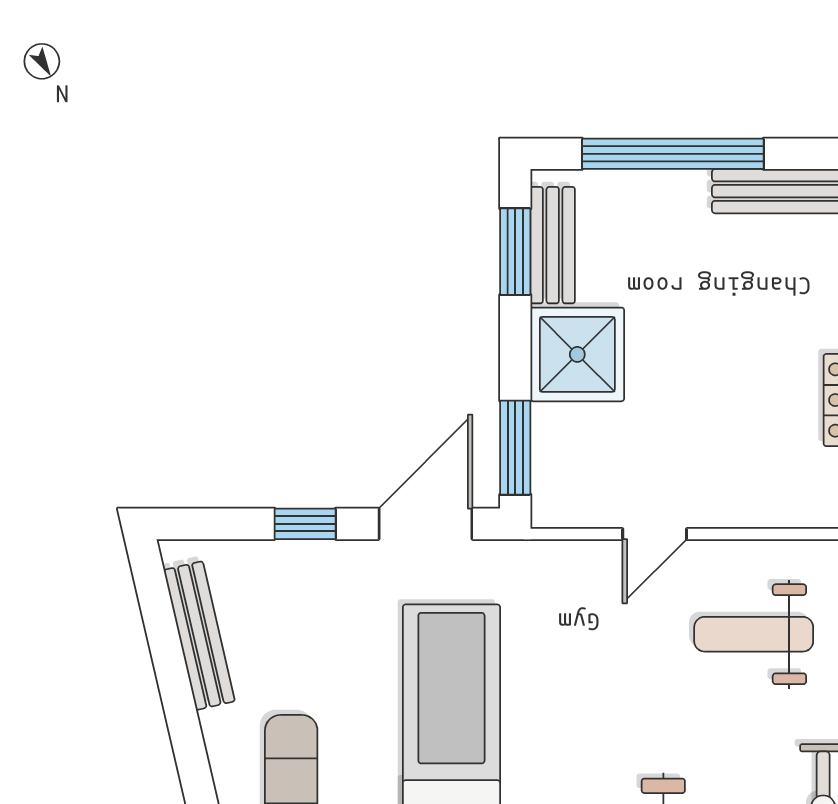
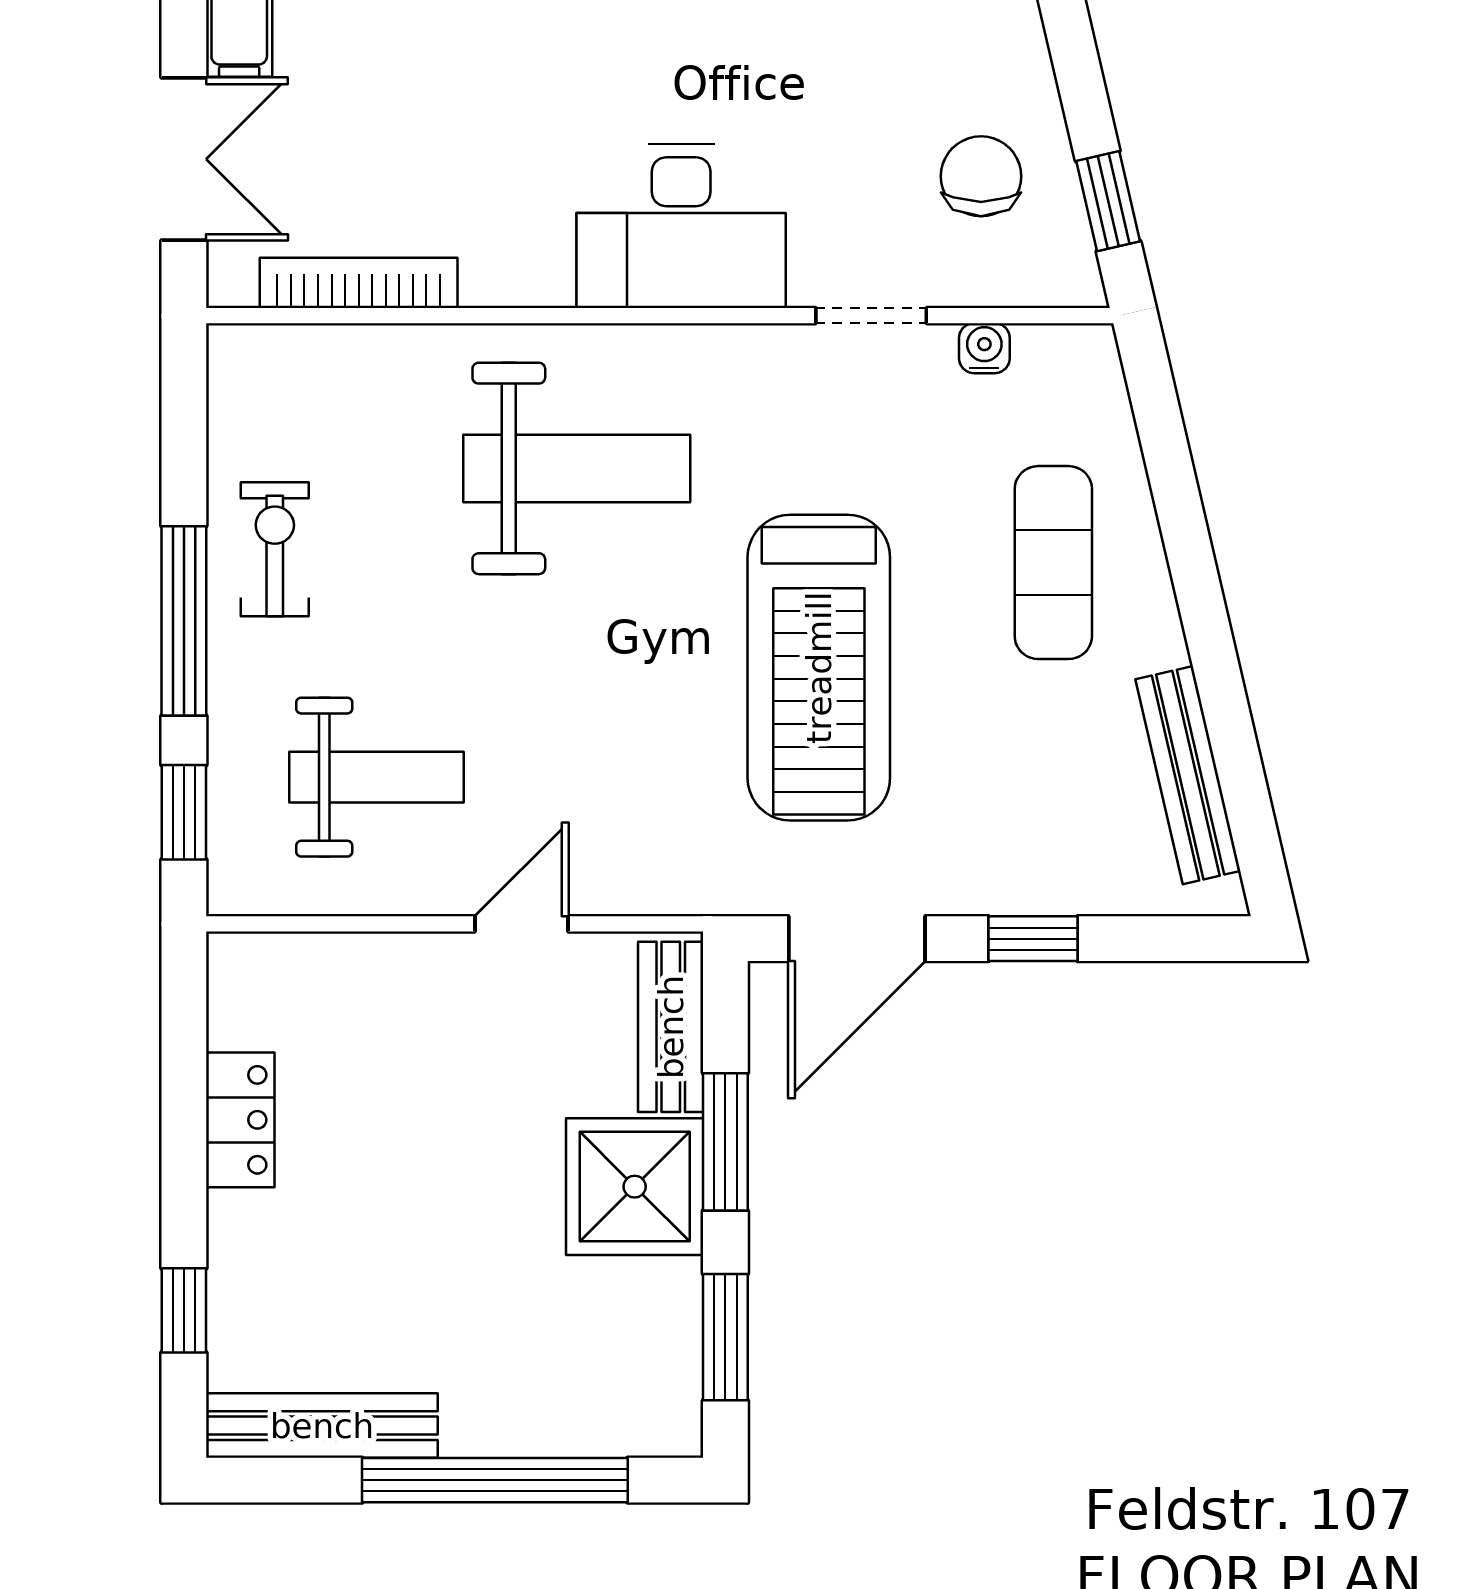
bench: (553, 245) -> (671, 1027), moved
window: (515, 448) -> (725, 1142), moved

